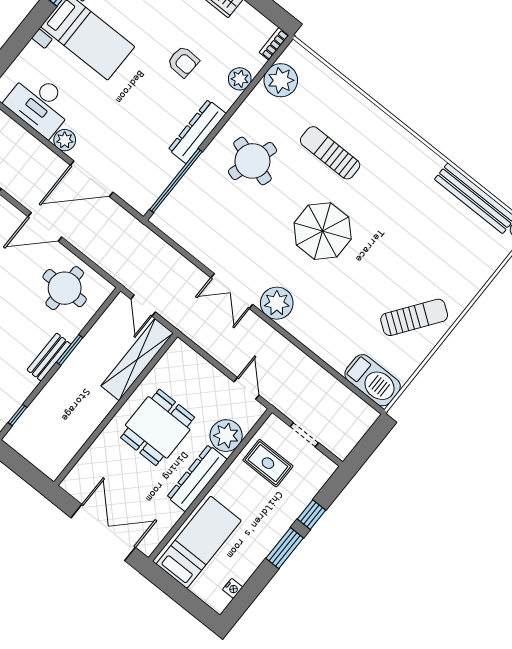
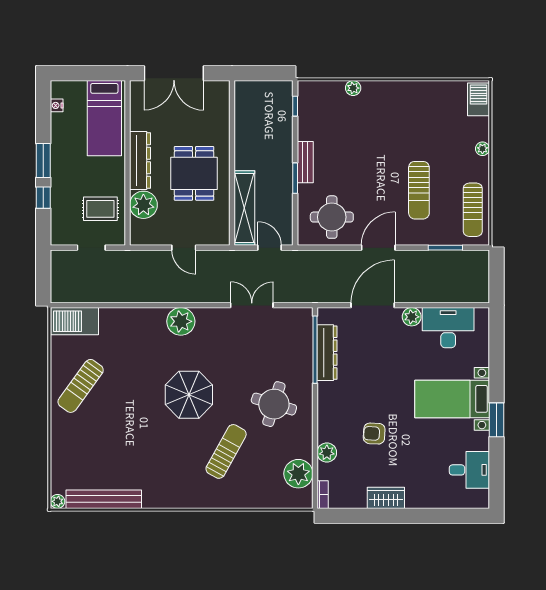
dresser: (197, 132) -> (327, 353), moved
sun lounger: (330, 153) -> (226, 451), turned -61
double door: (232, 291) -> (252, 305), moved
door: (247, 388) -> (184, 248), moved

